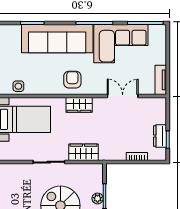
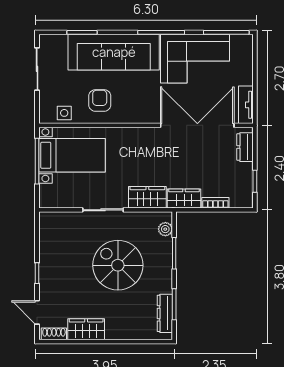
armchair: (72, 80) -> (100, 100), moved
double door: (123, 96) -> (197, 125), width x1.87
wardrobe: (79, 105) -> (184, 198), moved, turned 180
dresser: (160, 136) -> (245, 147), moved
plant: (98, 198) -> (165, 229), moved

